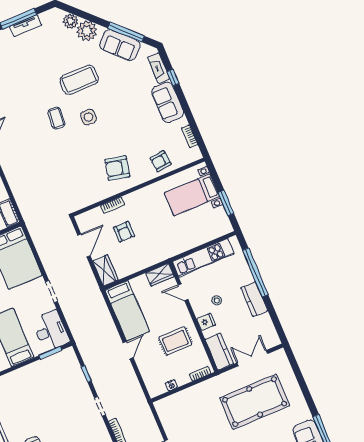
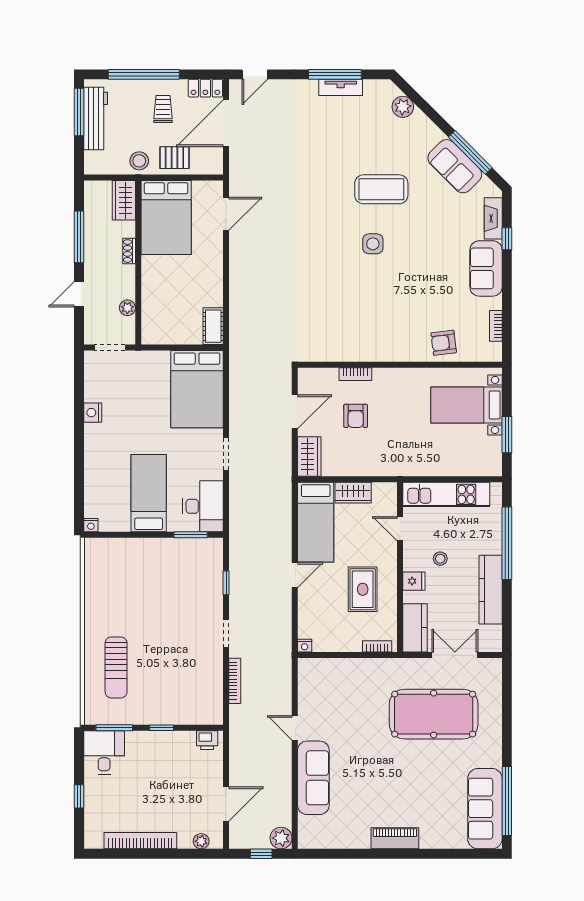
plant: (87, 31) -> (419, 129), removed
coffee table: (56, 118) -> (330, 227), removed
armchair: (117, 168) -> (382, 328), removed
wardrobe: (160, 275) -> (353, 493), moved
kitchen counter: (254, 299) -> (491, 590), width x1.50
rug: (175, 341) -> (363, 589), turned 90
nightstand: (171, 385) -> (305, 646), moved

